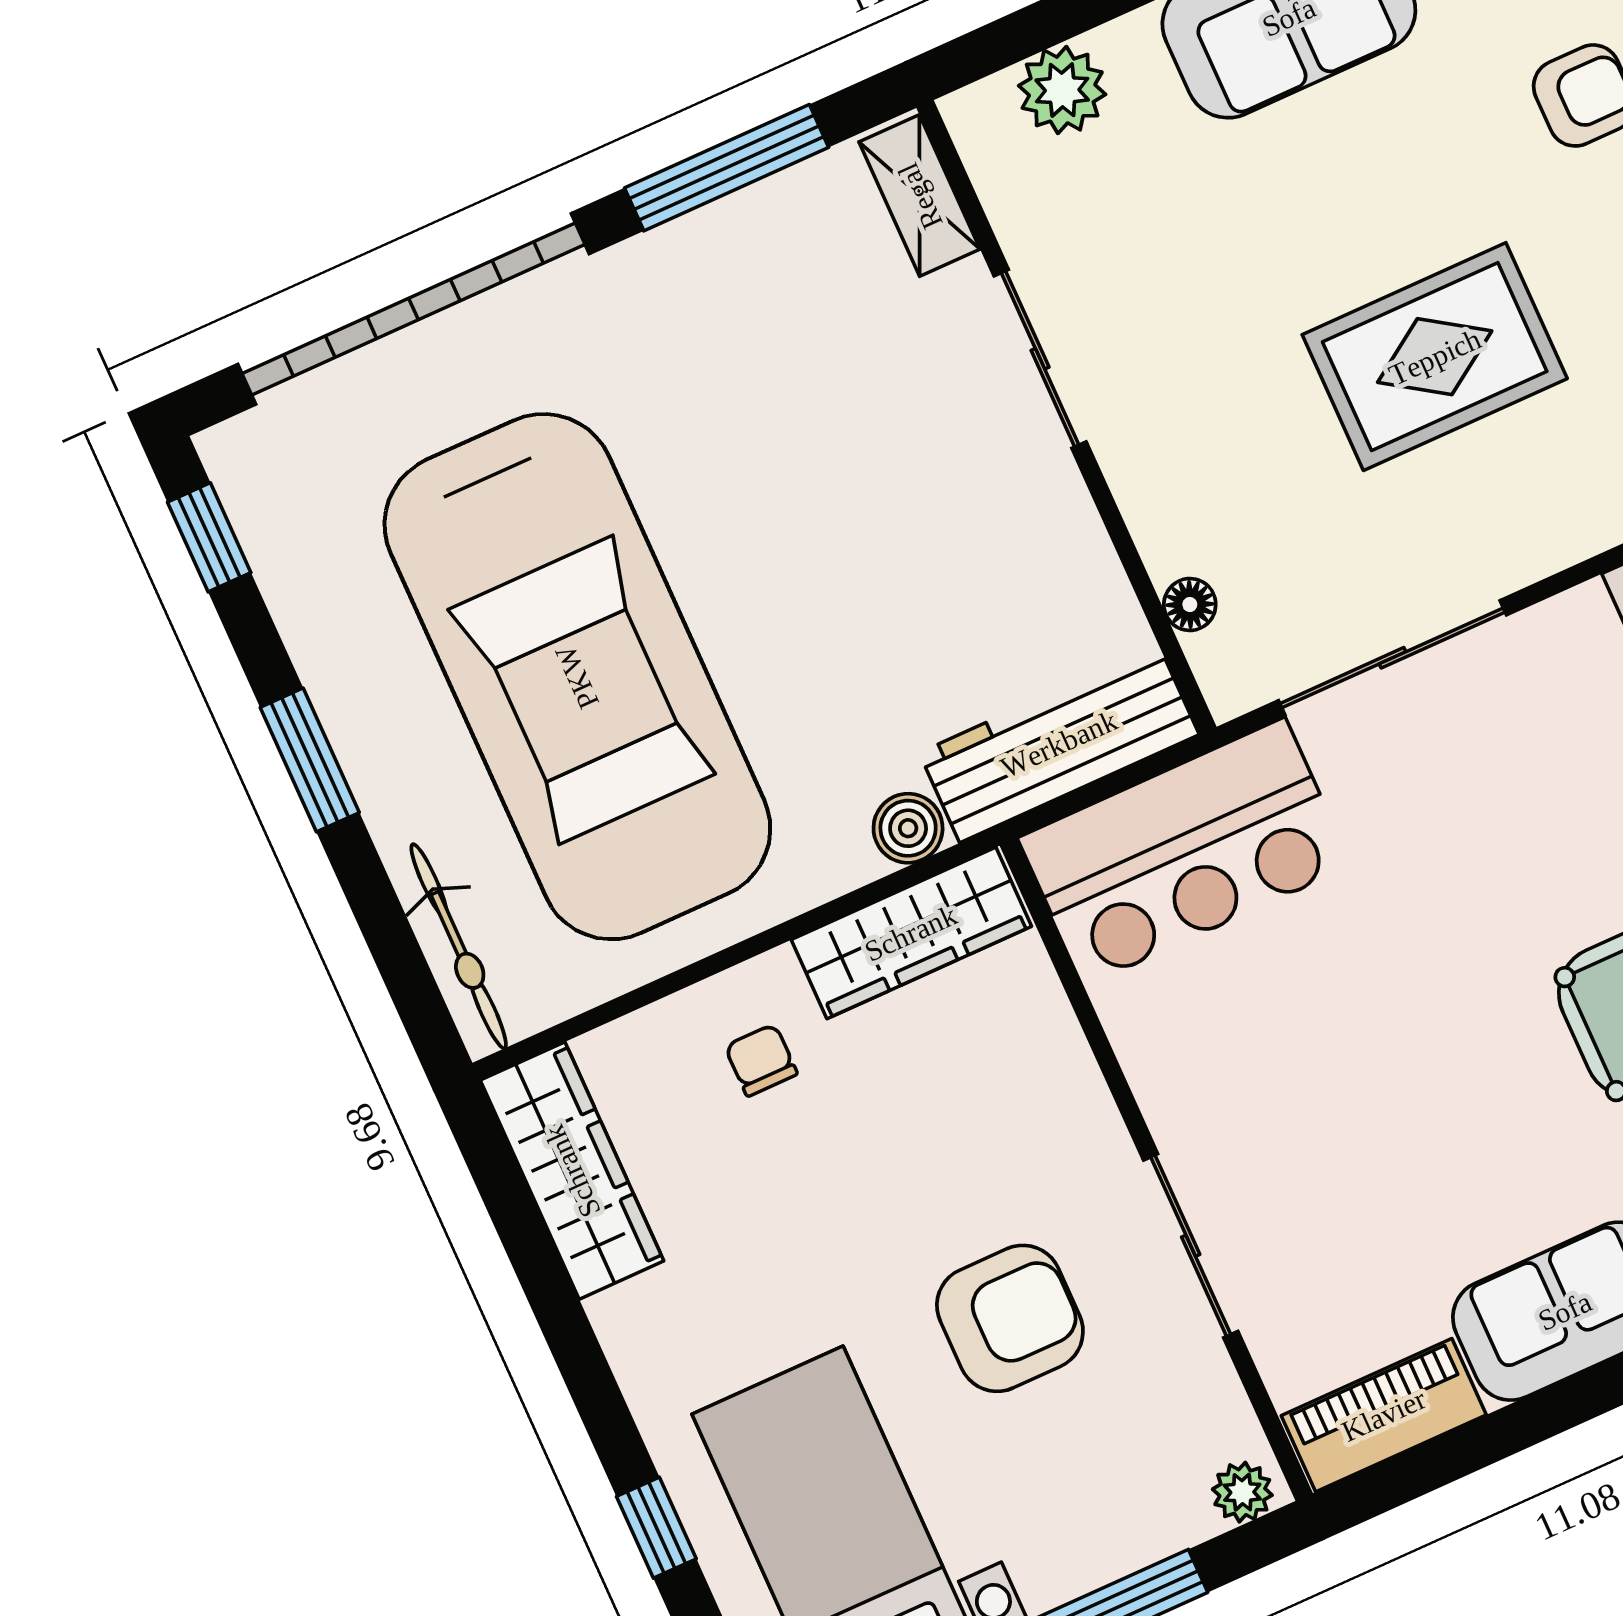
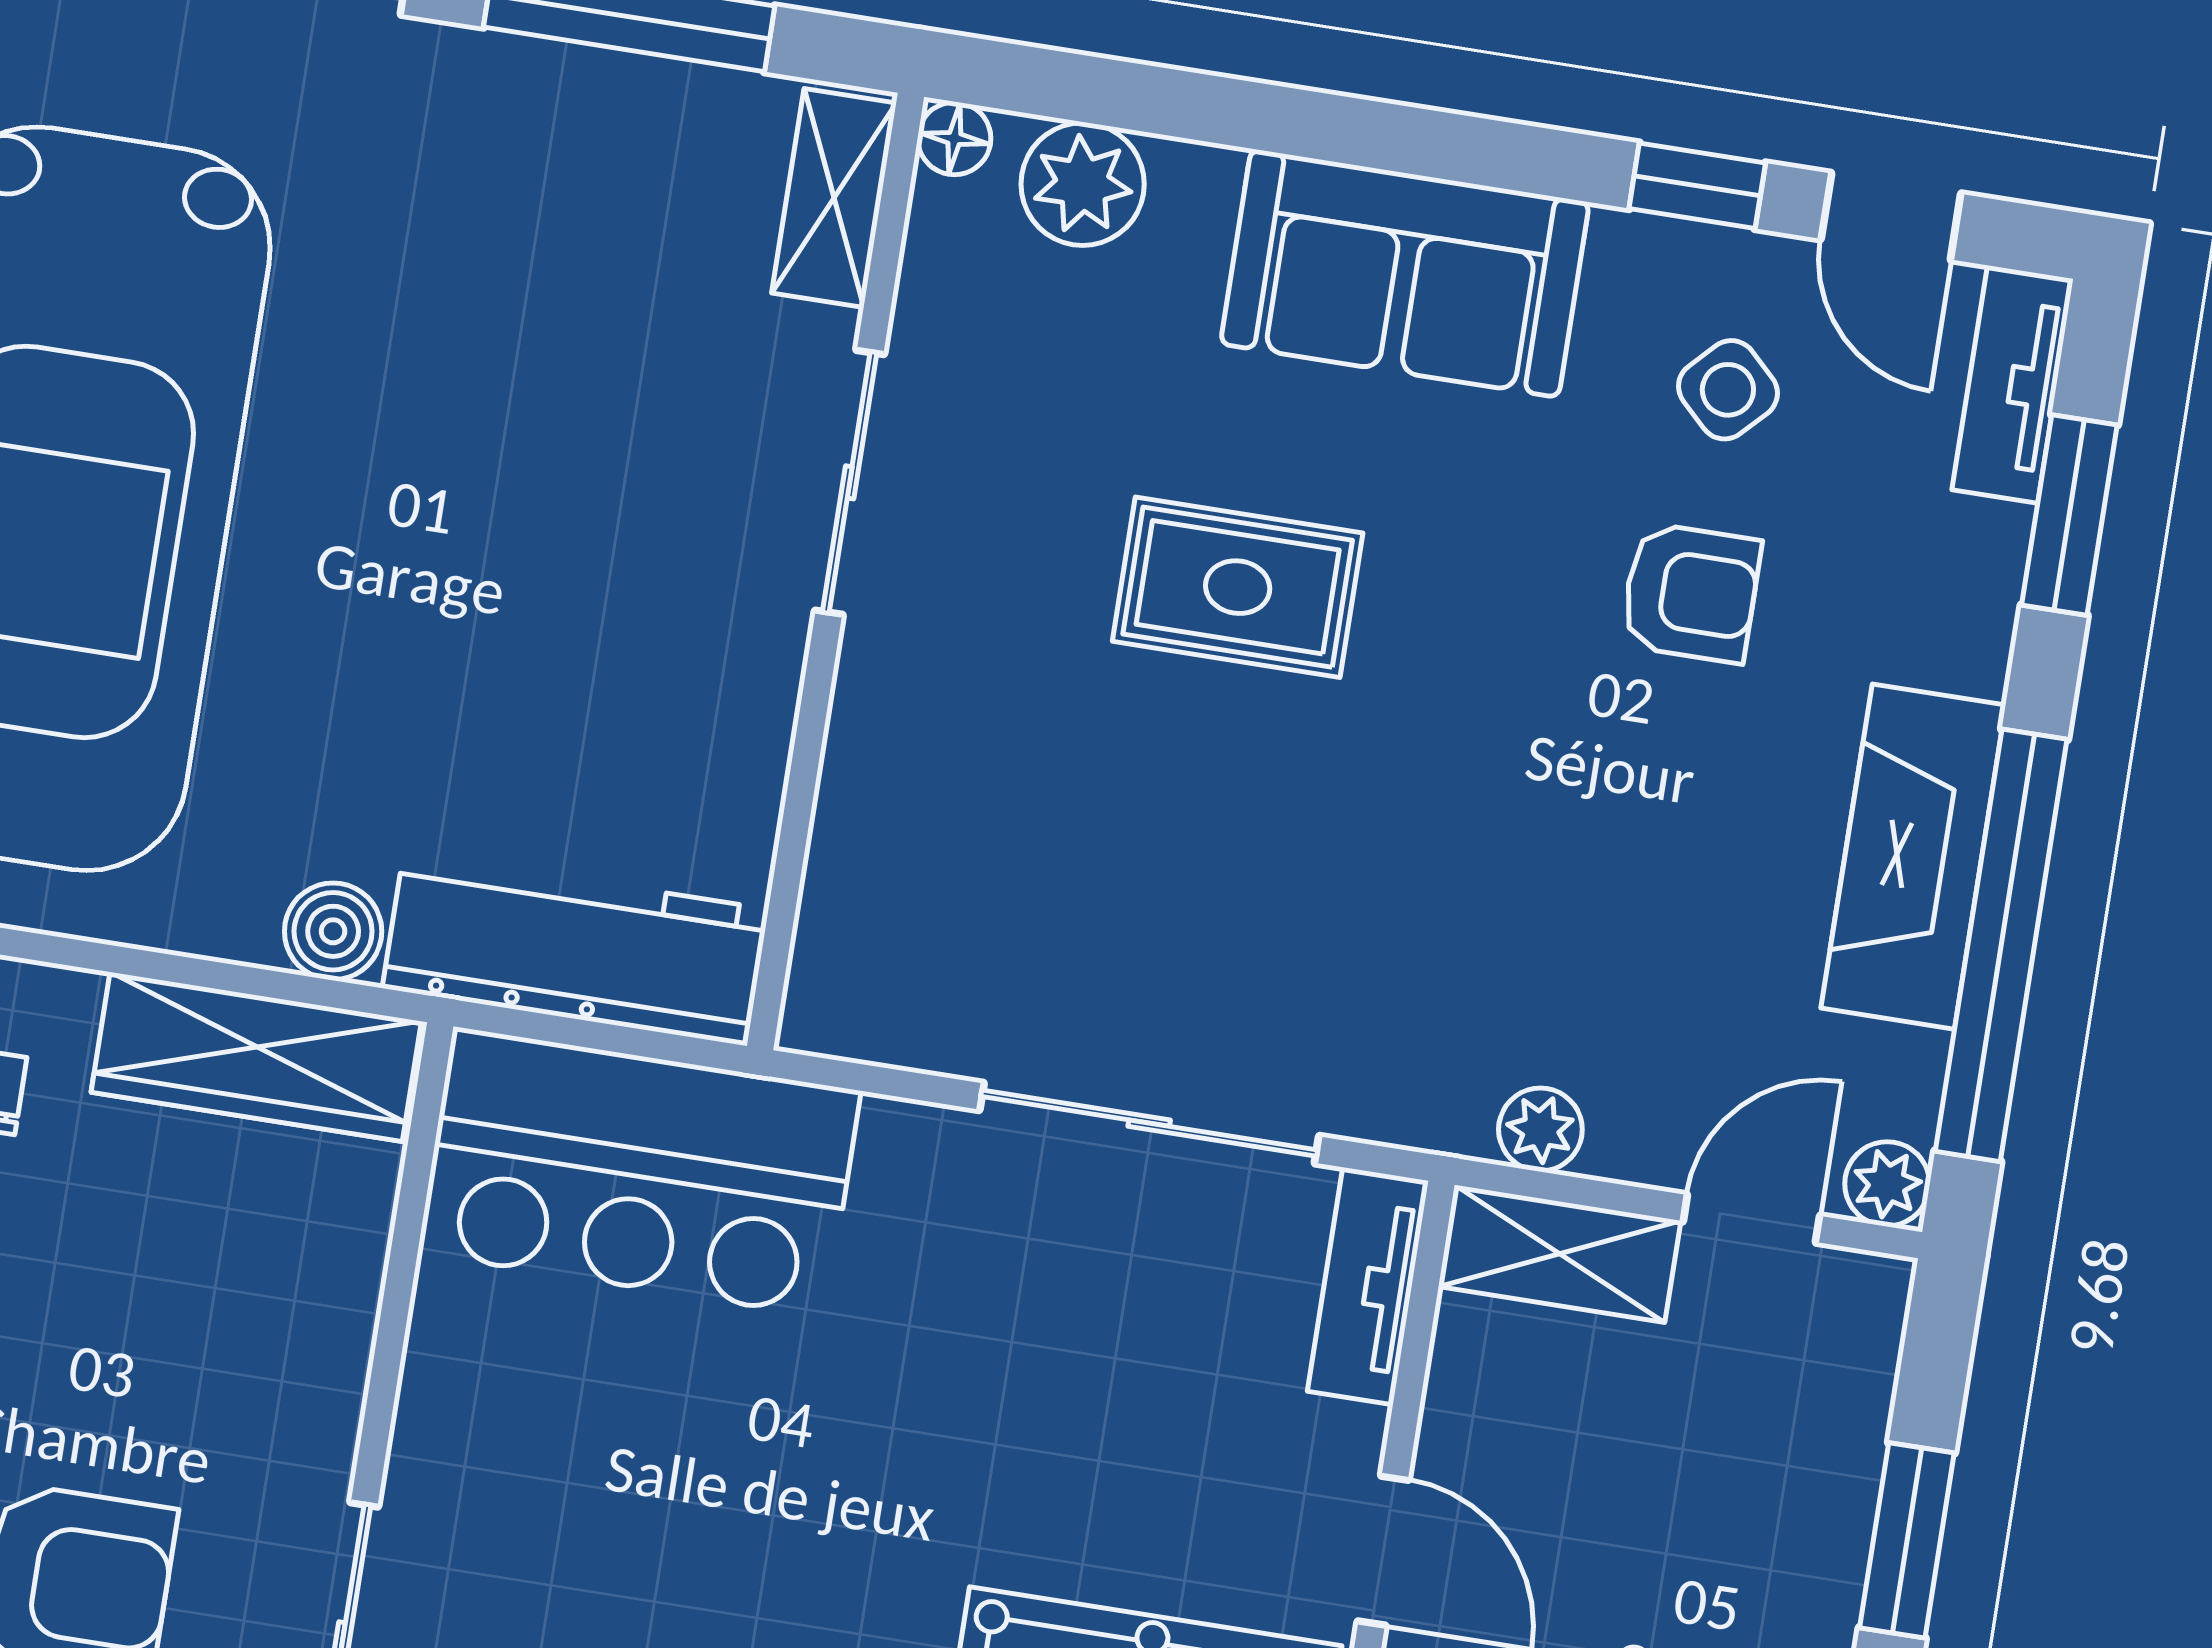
rug: (1435, 357) -> (1238, 587), moved, width x0.73, depth x0.70
floor lamp: (1190, 604) -> (954, 138), moved
sliding door: (1393, 658) -> (1149, 1123), moved

